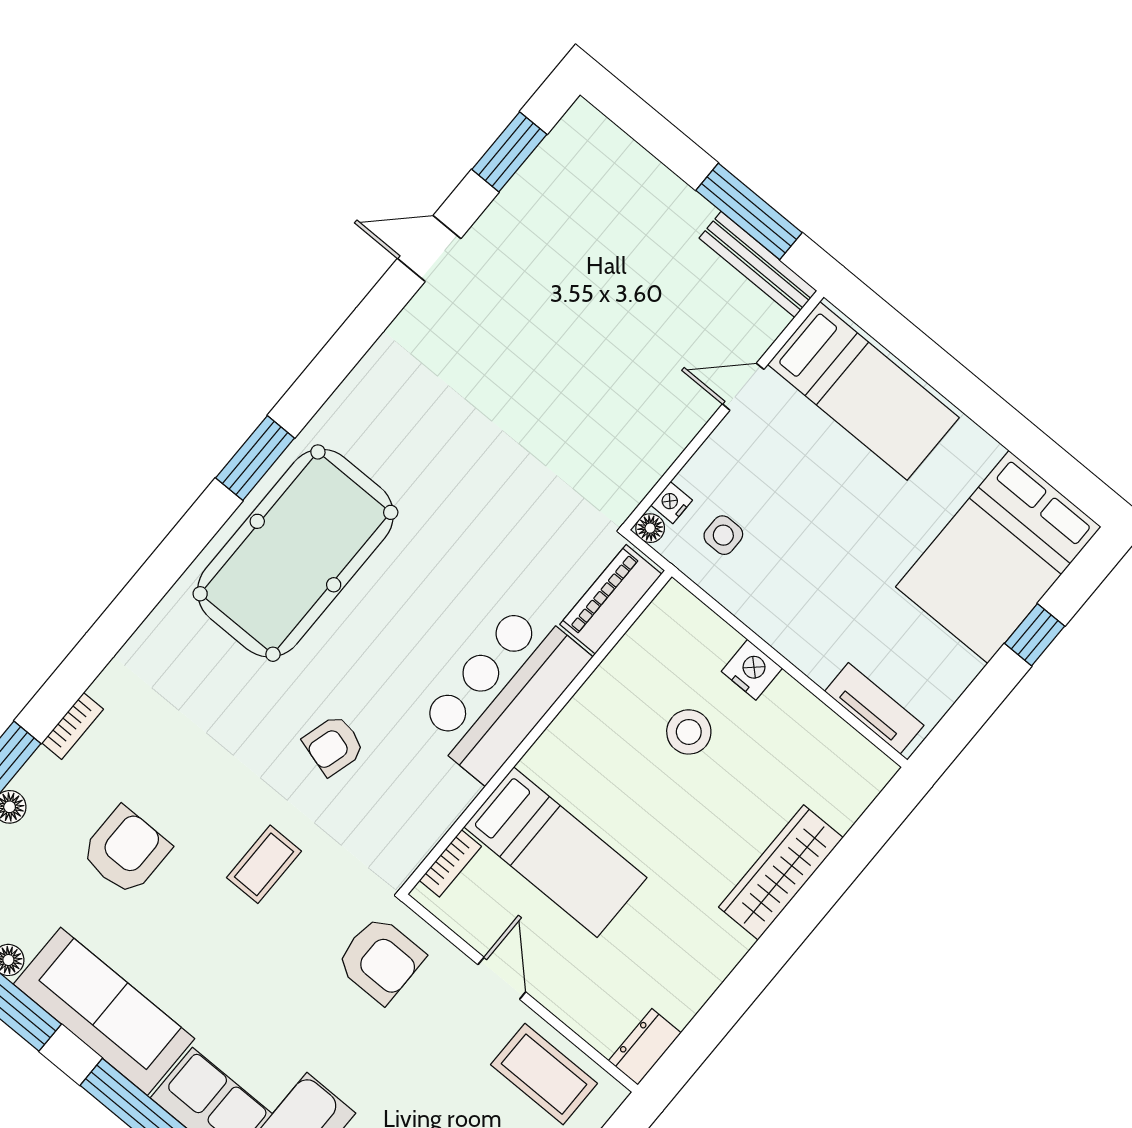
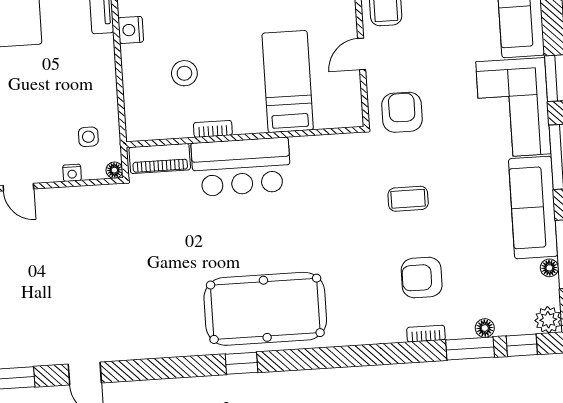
window: (255, 458) -> (241, 363), width x0.67
nightstand: (672, 503) -> (72, 173), moved
nightstand: (752, 670) -> (131, 30), moved
armchair: (334, 745) -> (331, 217), removed
armchair: (126, 851) -> (422, 278), moved
bookcase: (450, 863) -> (213, 129), moved

